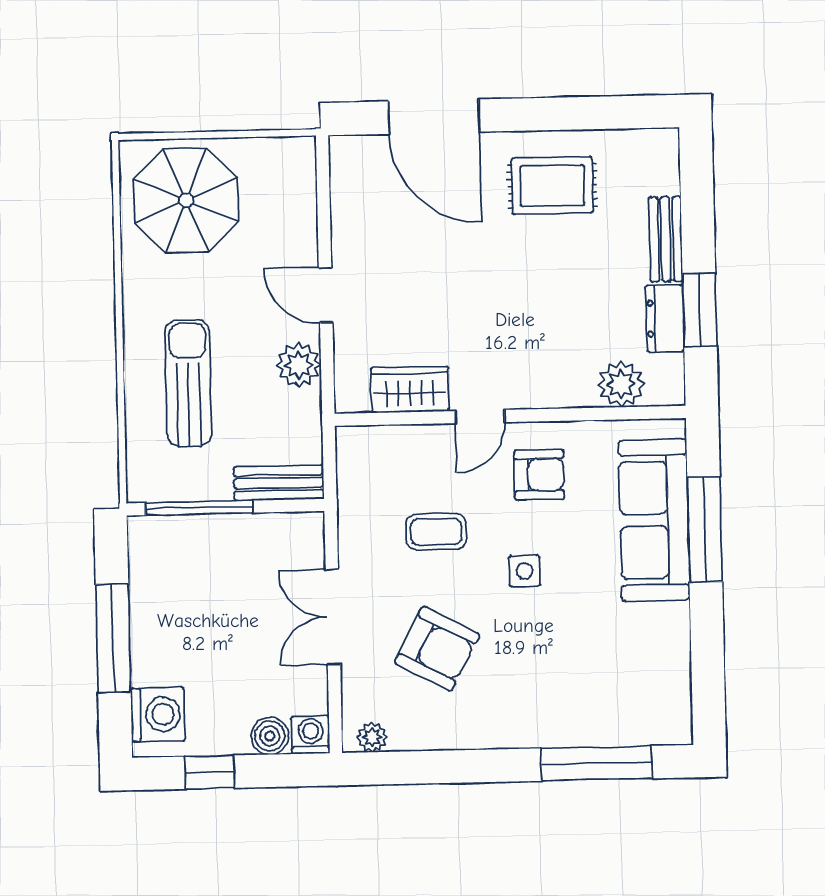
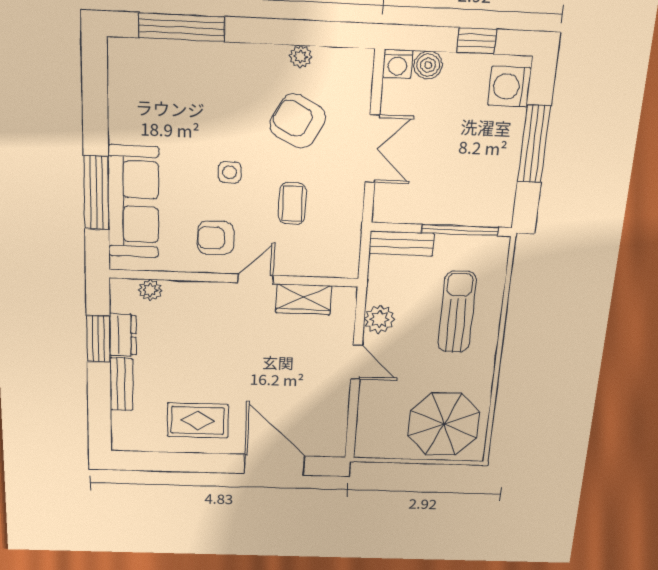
sun lounger: (188, 383) -> (457, 312), turned 180
plant: (621, 384) -> (150, 290), width x0.73, depth x0.73
coffee table: (436, 532) -> (292, 204), turned 90
plant: (372, 737) -> (300, 57), moved

